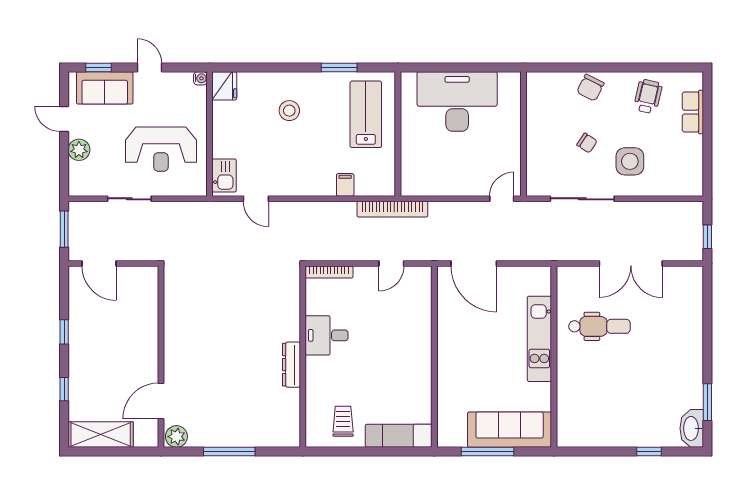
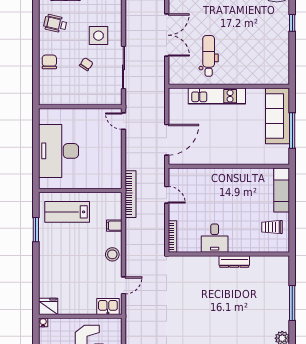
chair: (590, 88) -> (49, 62), turned -117
stool: (289, 111) -> (112, 254), moved

